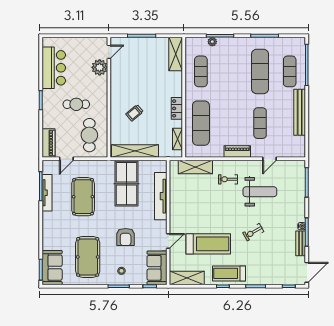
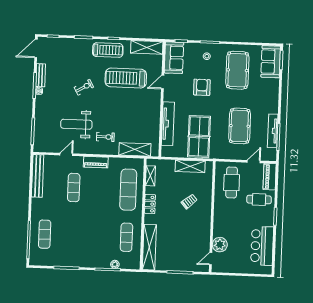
shelving: (176, 54) -> (149, 247), width x1.47
exercise mat: (260, 71) -> (72, 235), removed
cafe table: (76, 104) -> (259, 200), moved
bench: (300, 112) -> (38, 176), moved
shelving: (135, 151) -> (190, 166), width x0.68

